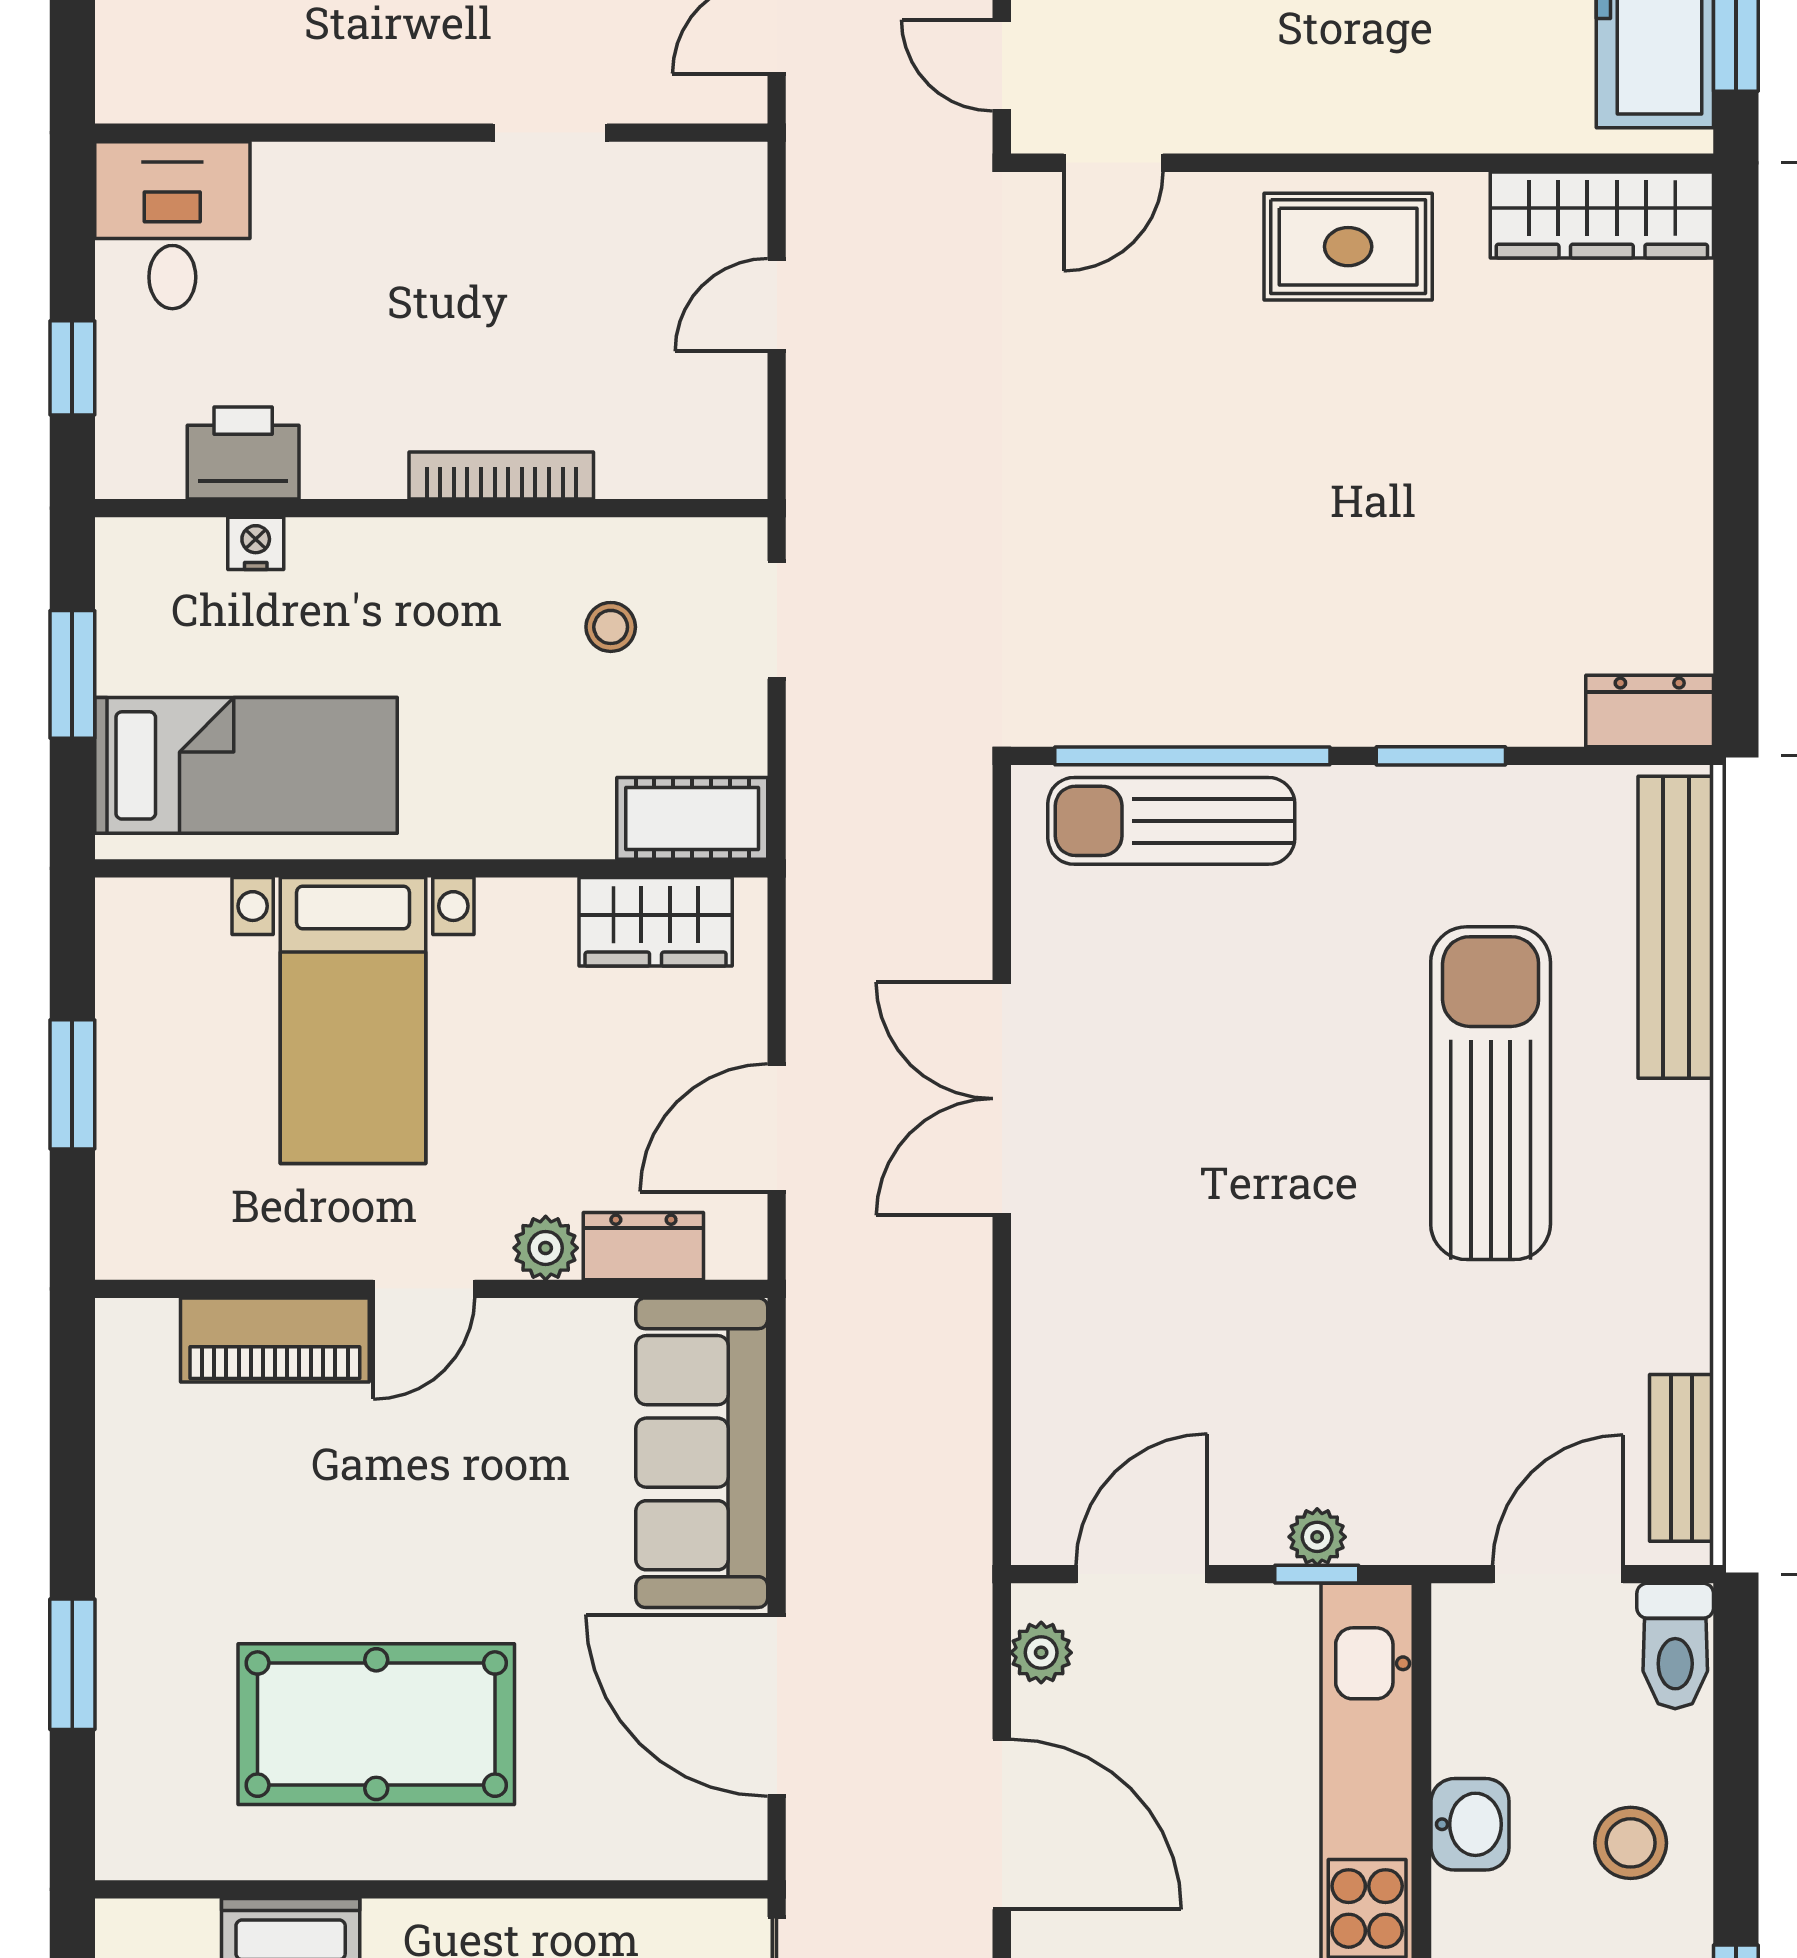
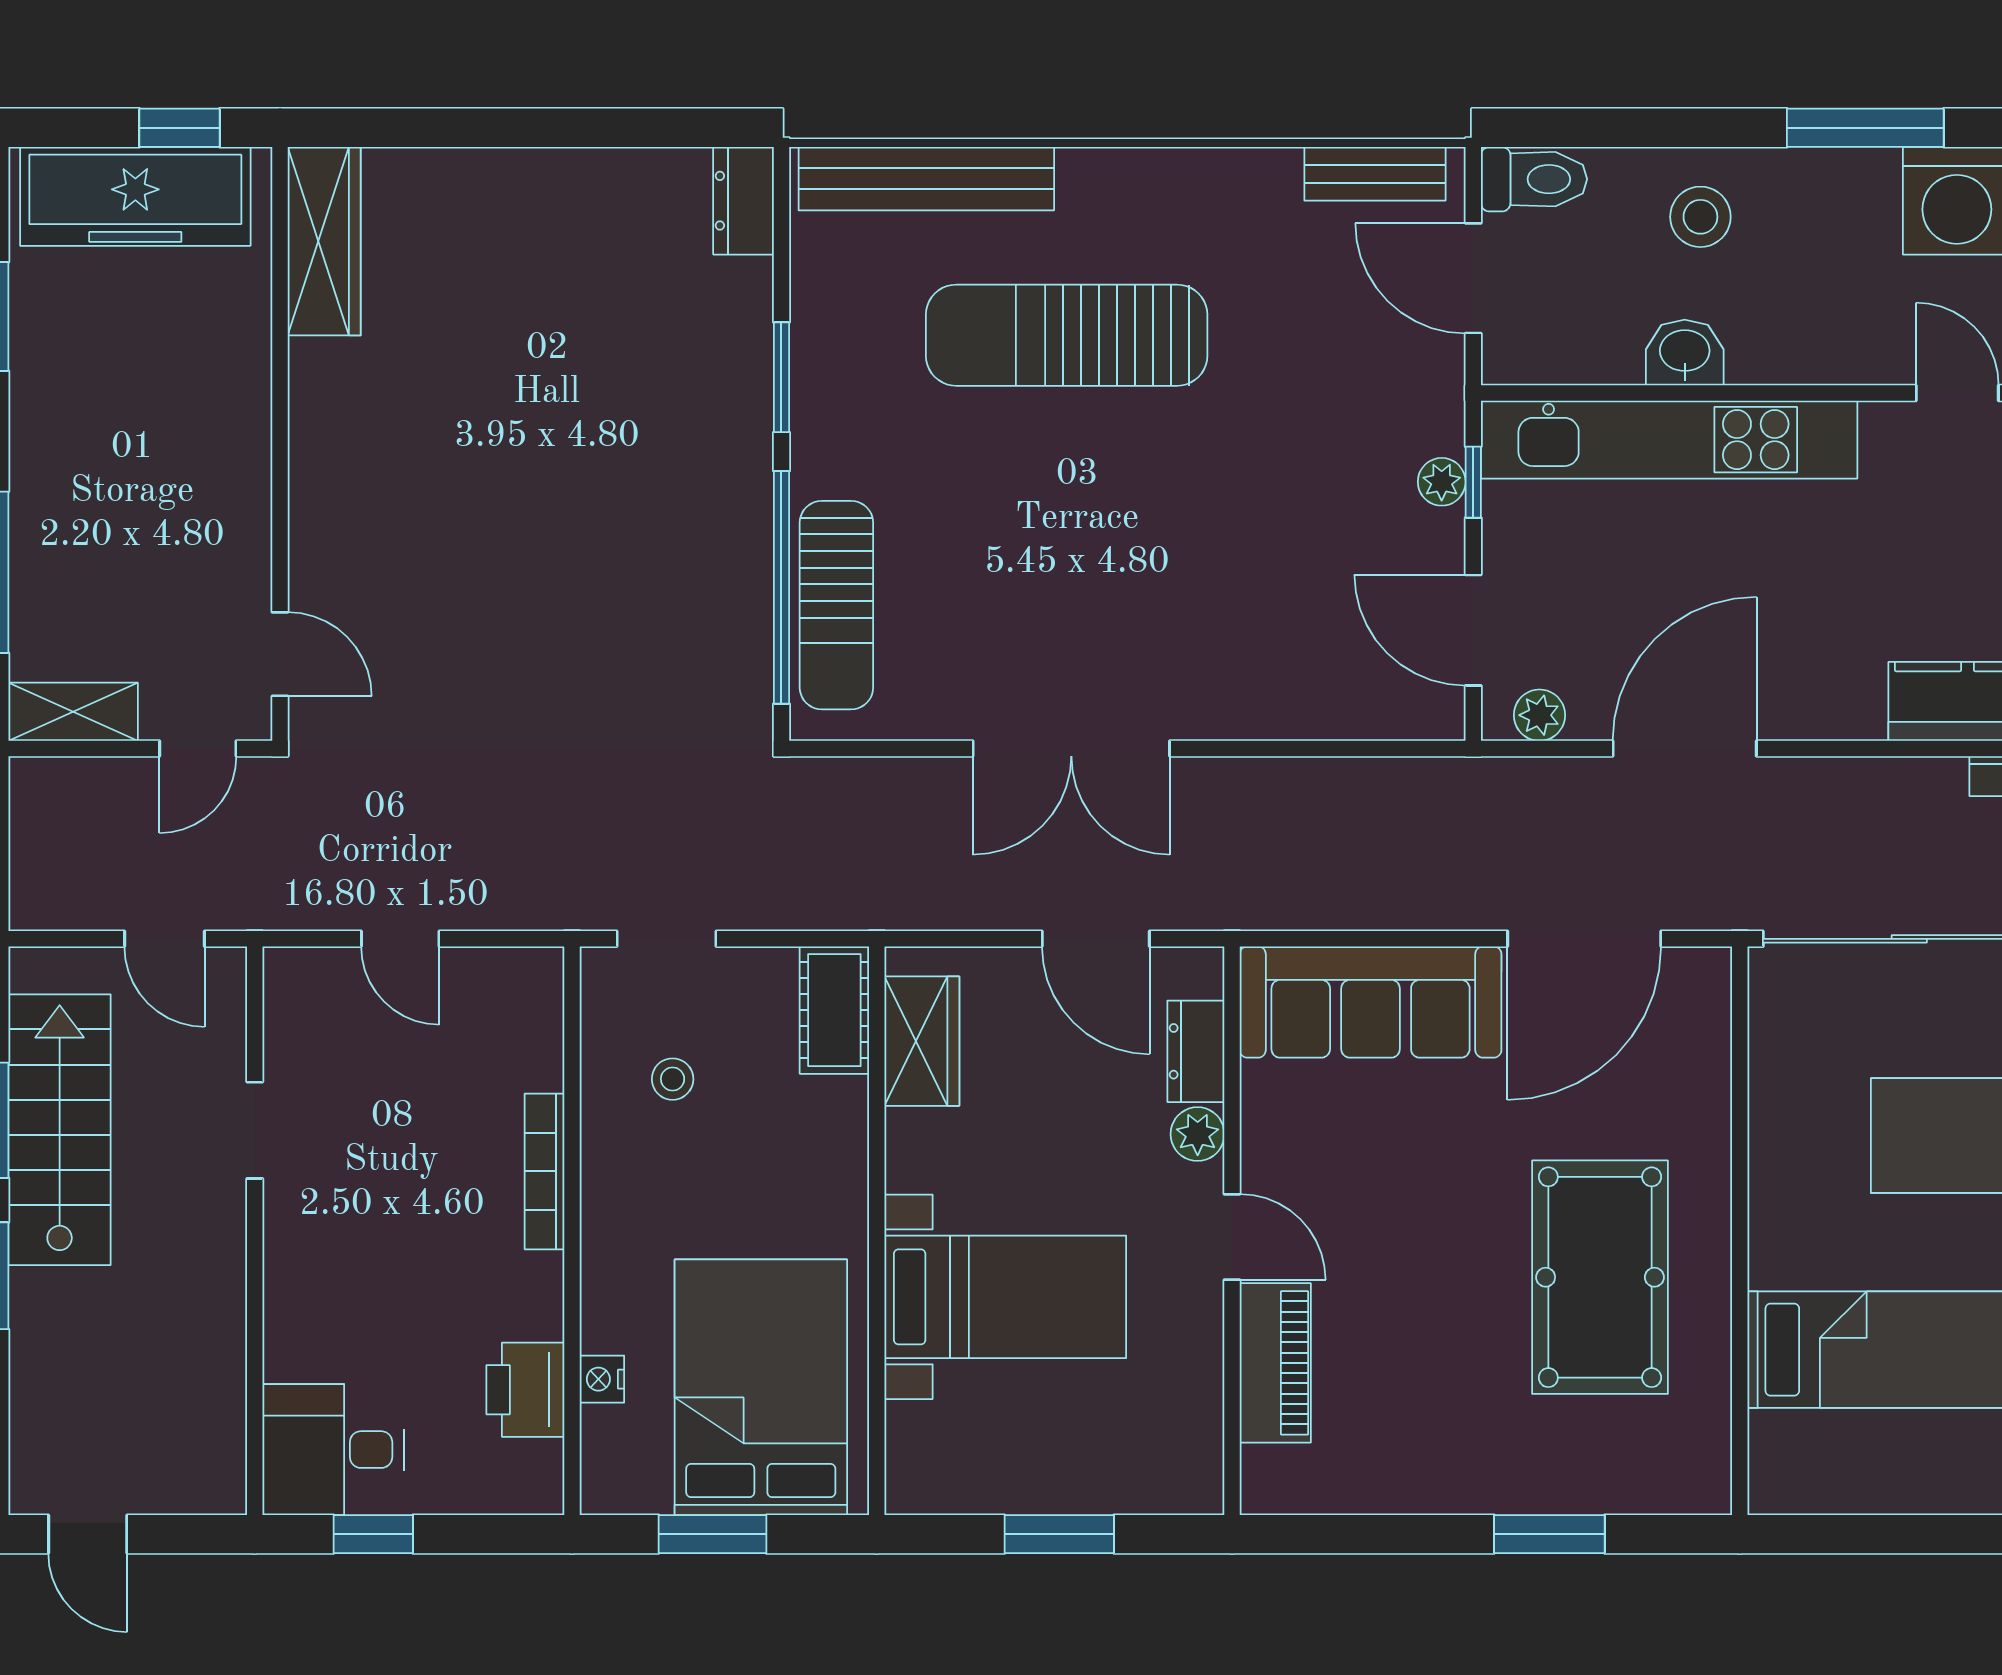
rug: (1348, 247) -> (351, 456), removed
window: (72, 368) -> (373, 1534), moved
bed: (246, 765) -> (761, 1387), width x1.50

